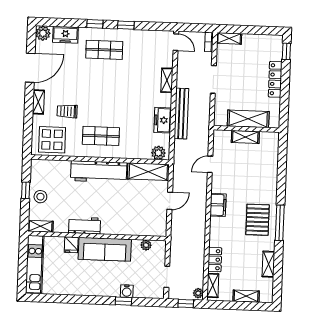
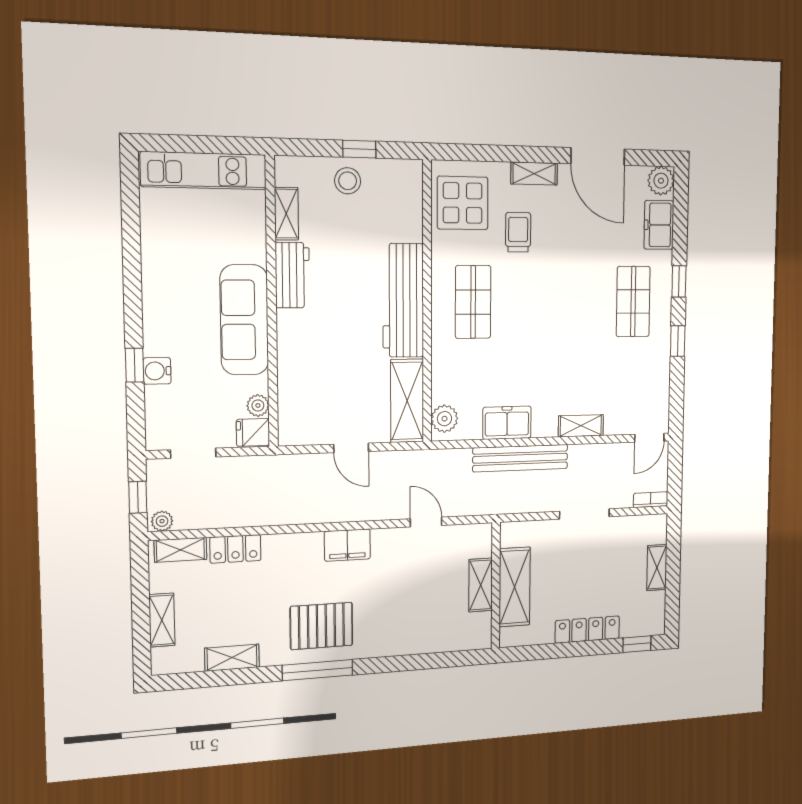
shelving: (229, 38) -> (657, 568), moved
shelving: (40, 226) -> (286, 214), moved
fridge: (71, 245) -> (253, 432), moved

